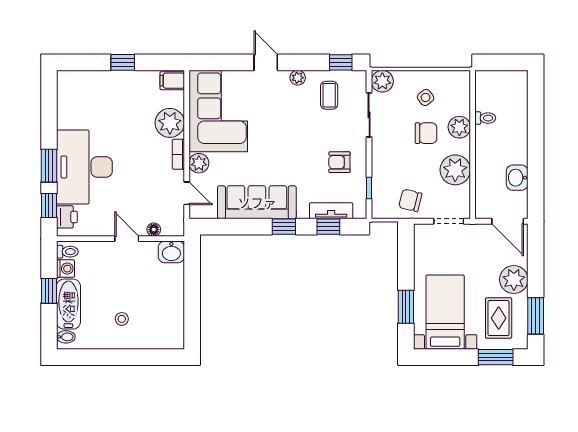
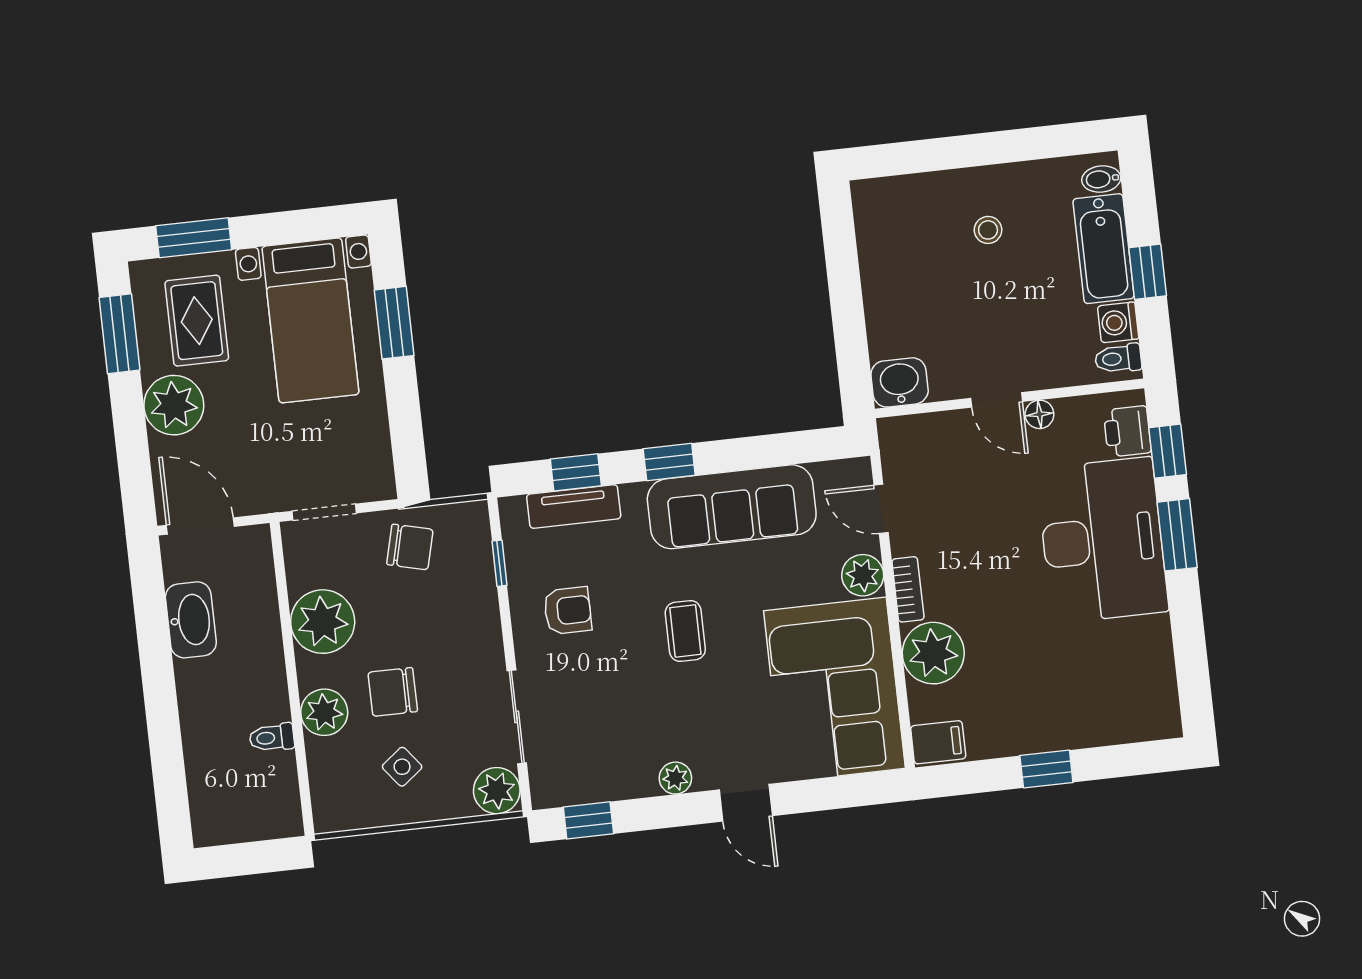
coffee table: (329, 95) -> (685, 631), moved
washbasin: (517, 178) -> (191, 620), width x1.38
floor lamp: (154, 230) -> (1039, 414), moved

